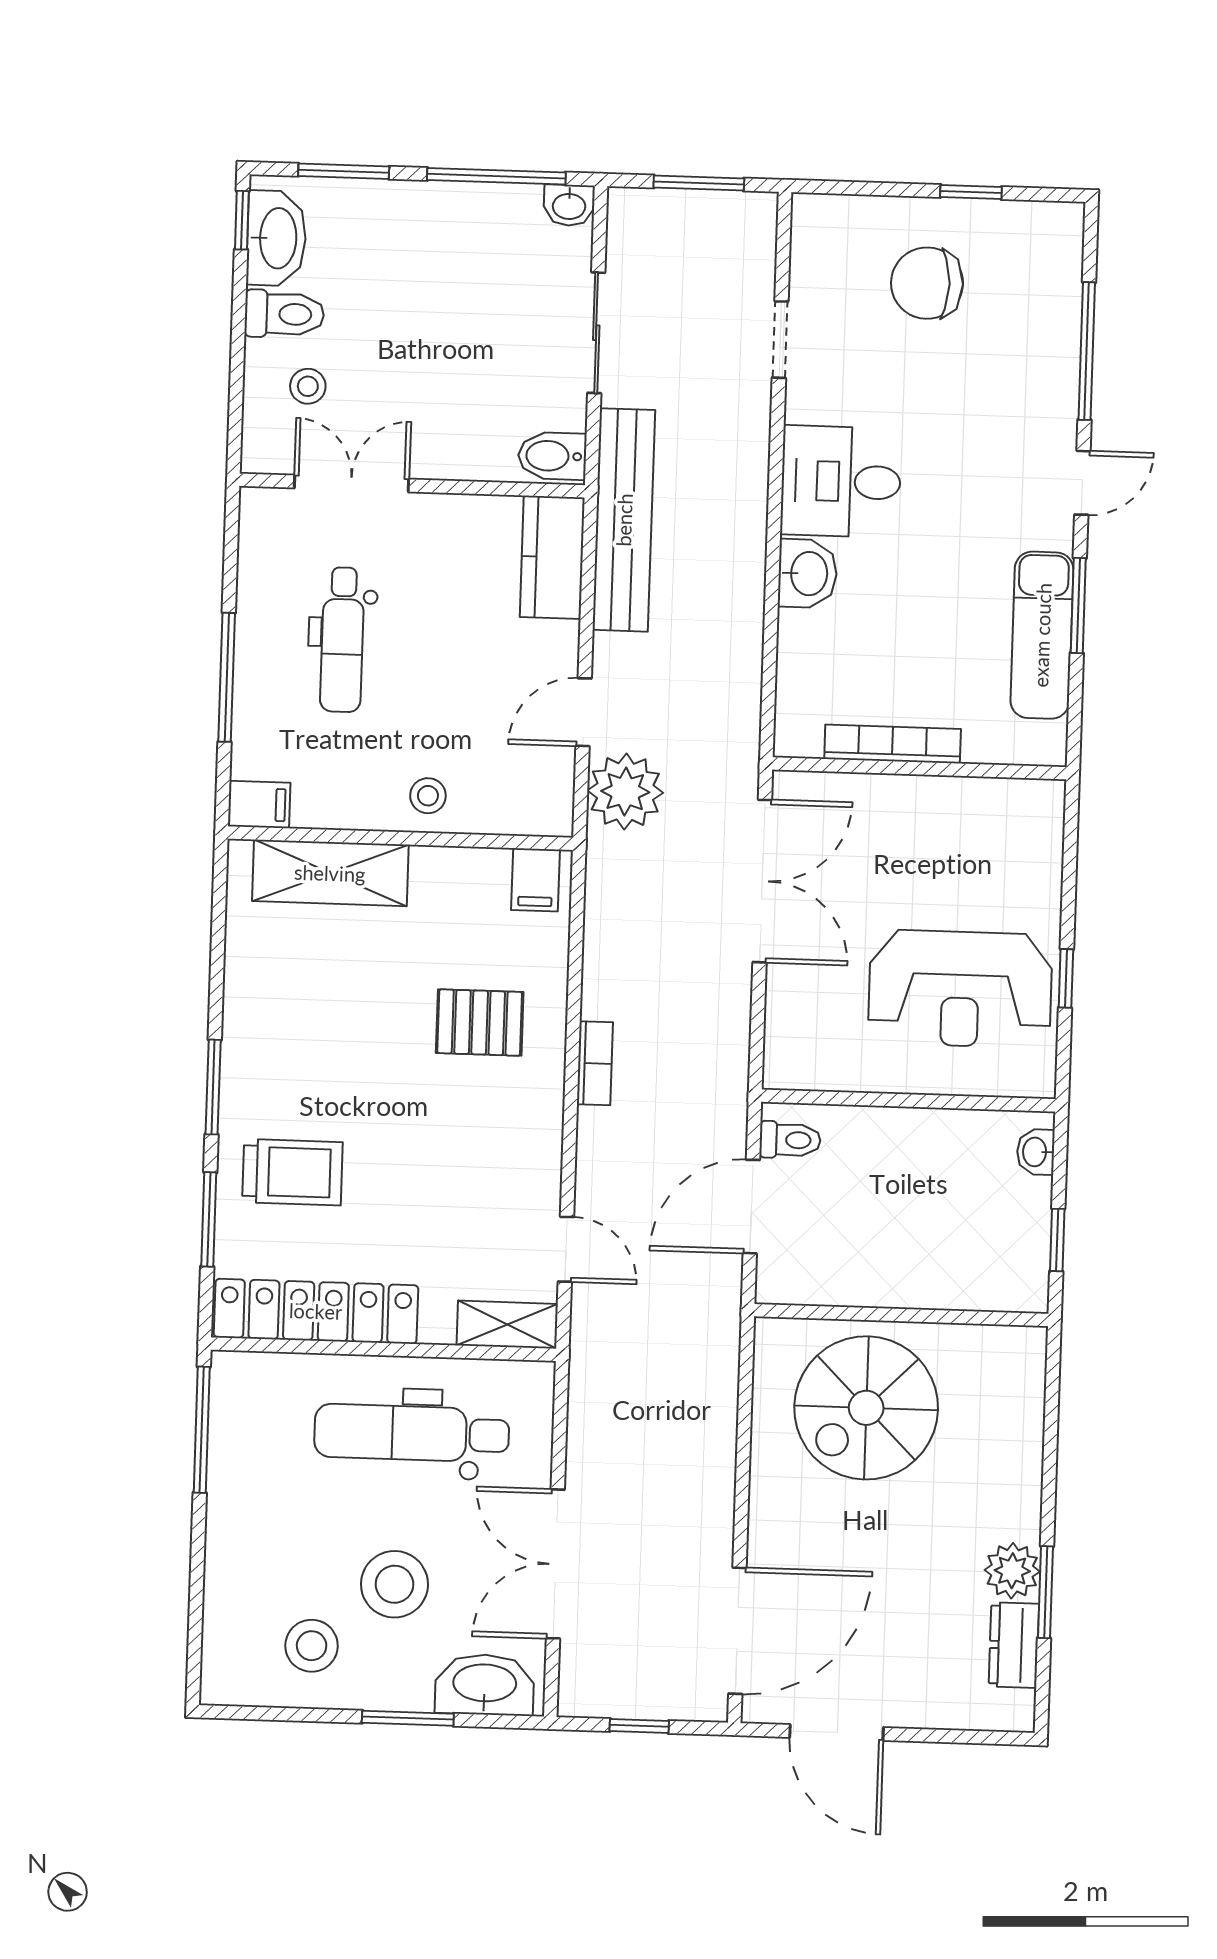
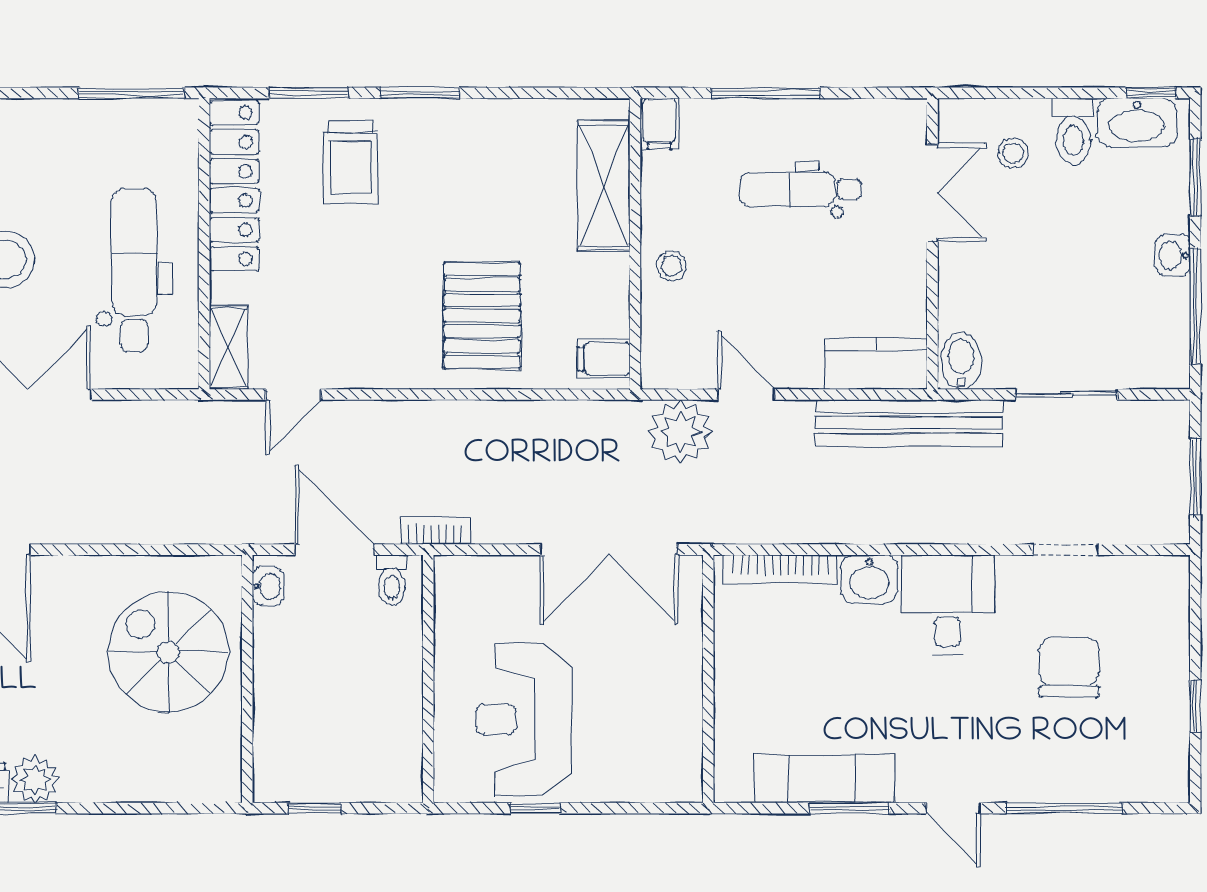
washbasin: (569, 205) -> (1173, 256), moved
chair: (927, 283) -> (1069, 667), moved
bookcase: (893, 744) -> (780, 569), moved, turned 90
pallet: (480, 1023) -> (482, 316), width x1.50, depth x1.42
bookcase: (595, 1063) -> (435, 530), moved, turned 180
washbasin: (1036, 1152) -> (268, 586), moved, turned 90

